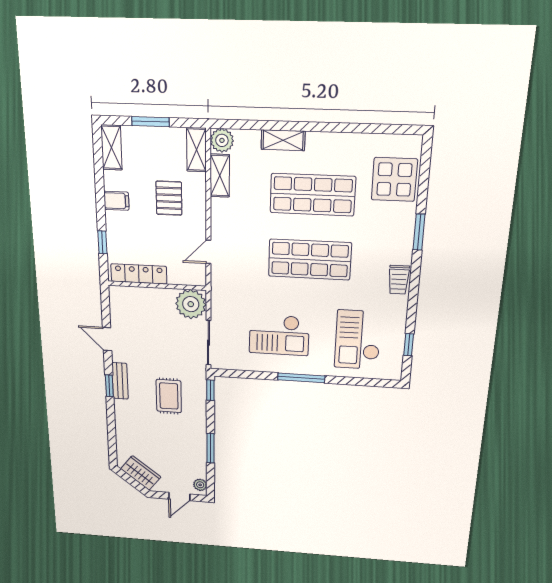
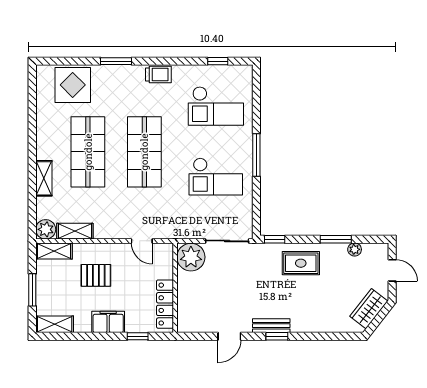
filing cabinet: (116, 201) -> (108, 322), width x2.00
checkout: (279, 335) -> (216, 177), turned 90
rug: (169, 396) -> (301, 263), moved
plant: (200, 485) -> (355, 249), moved

